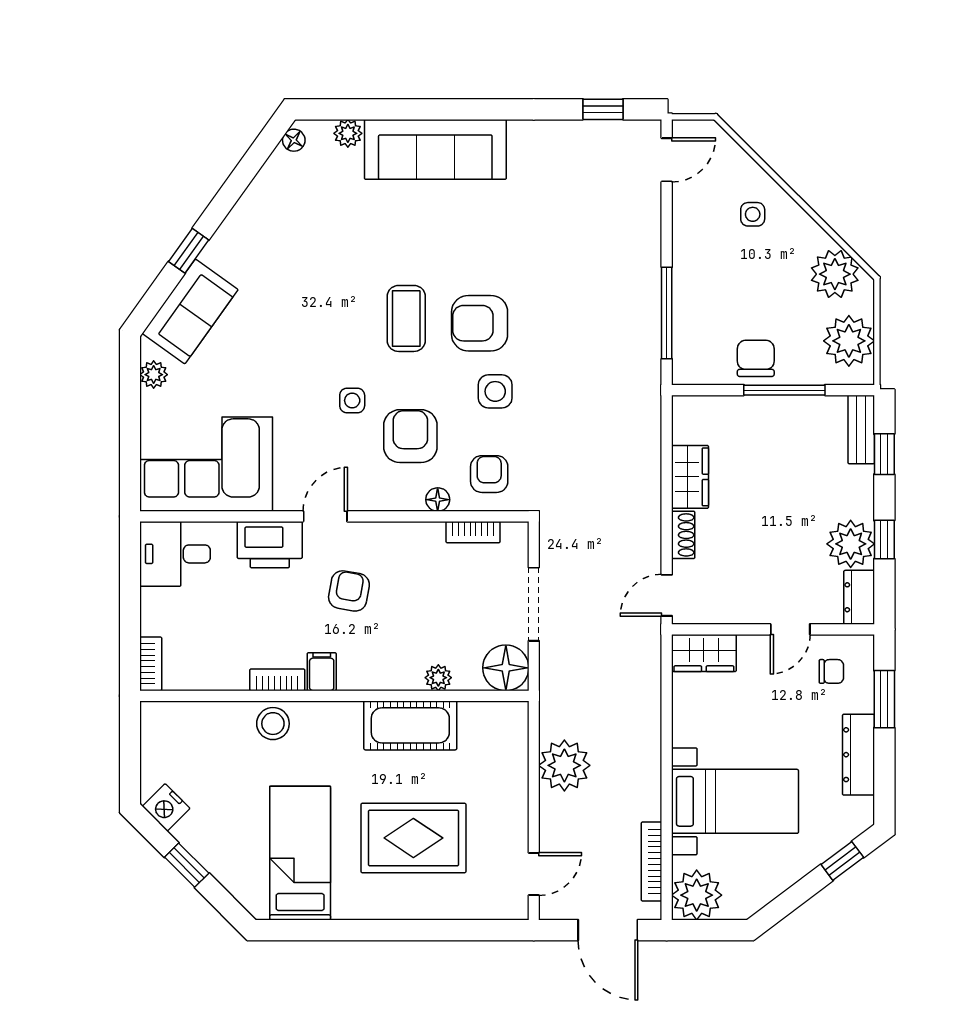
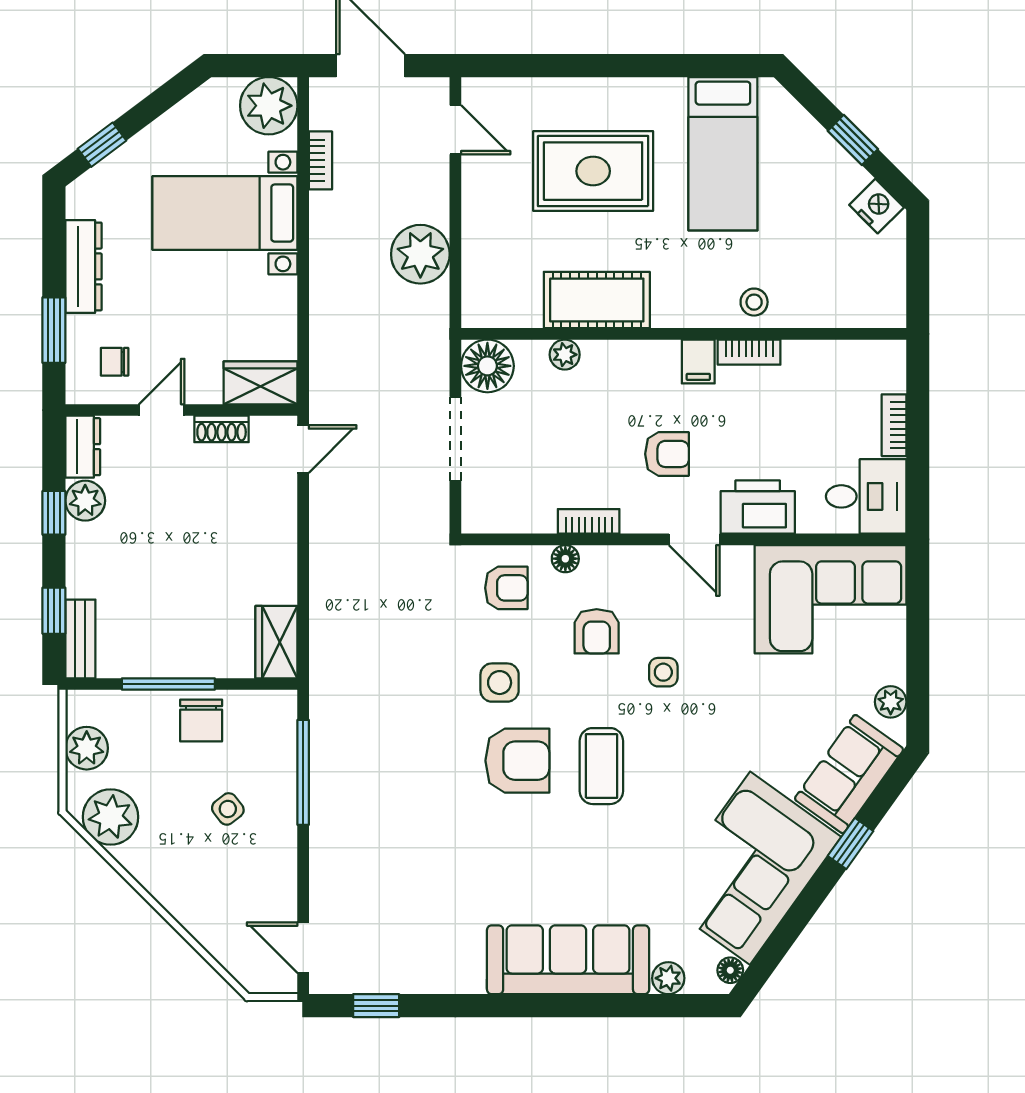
door: (667, 160) -> (303, 948), hinge flipped
side table: (753, 214) -> (228, 809), moved, turned -38
corner sofa: (277, 229) -> (750, 868), added
plant: (849, 341) -> (87, 748), width x0.73, depth x0.73
armchair: (410, 436) -> (597, 631), width x0.72, depth x0.72
armchair: (489, 474) -> (506, 588), turned -90
wardrobe: (690, 477) -> (276, 642), moved
door: (325, 516) -> (694, 539), hinge flipped
bookcase: (473, 532) -> (589, 521), moved
shoe rack: (683, 535) -> (222, 429), moved, turned -90
plant: (851, 544) -> (85, 501), width x0.73, depth x0.73
armchair: (349, 591) -> (667, 454), turned -100
bookcase: (151, 664) -> (894, 425), moved
stool: (273, 724) -> (754, 302), width x0.73, depth x0.73
bookcase: (652, 862) -> (320, 160), width x0.64
door: (534, 874) -> (455, 130), swing flipped

